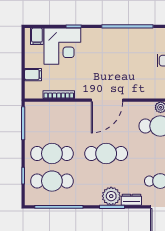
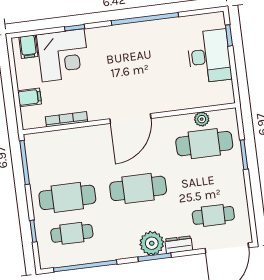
cafe table: (52, 181) -> (72, 233), width x0.73, depth x0.74

